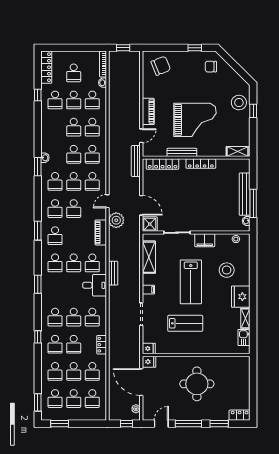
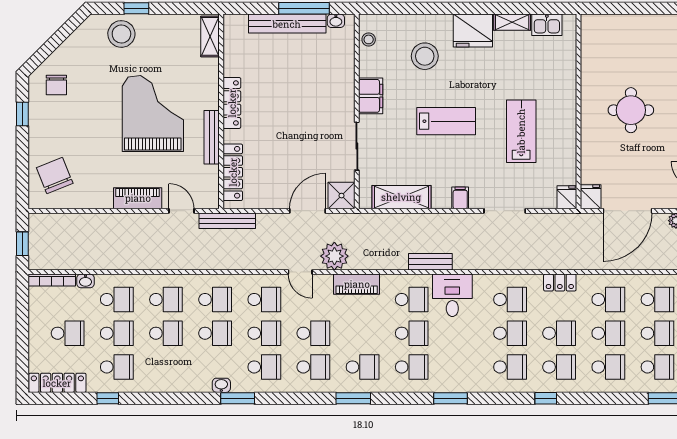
lab bench: (191, 282) -> (446, 121), width x0.73, depth x0.72
round table: (197, 384) -> (631, 110), width x0.73, depth x0.73

